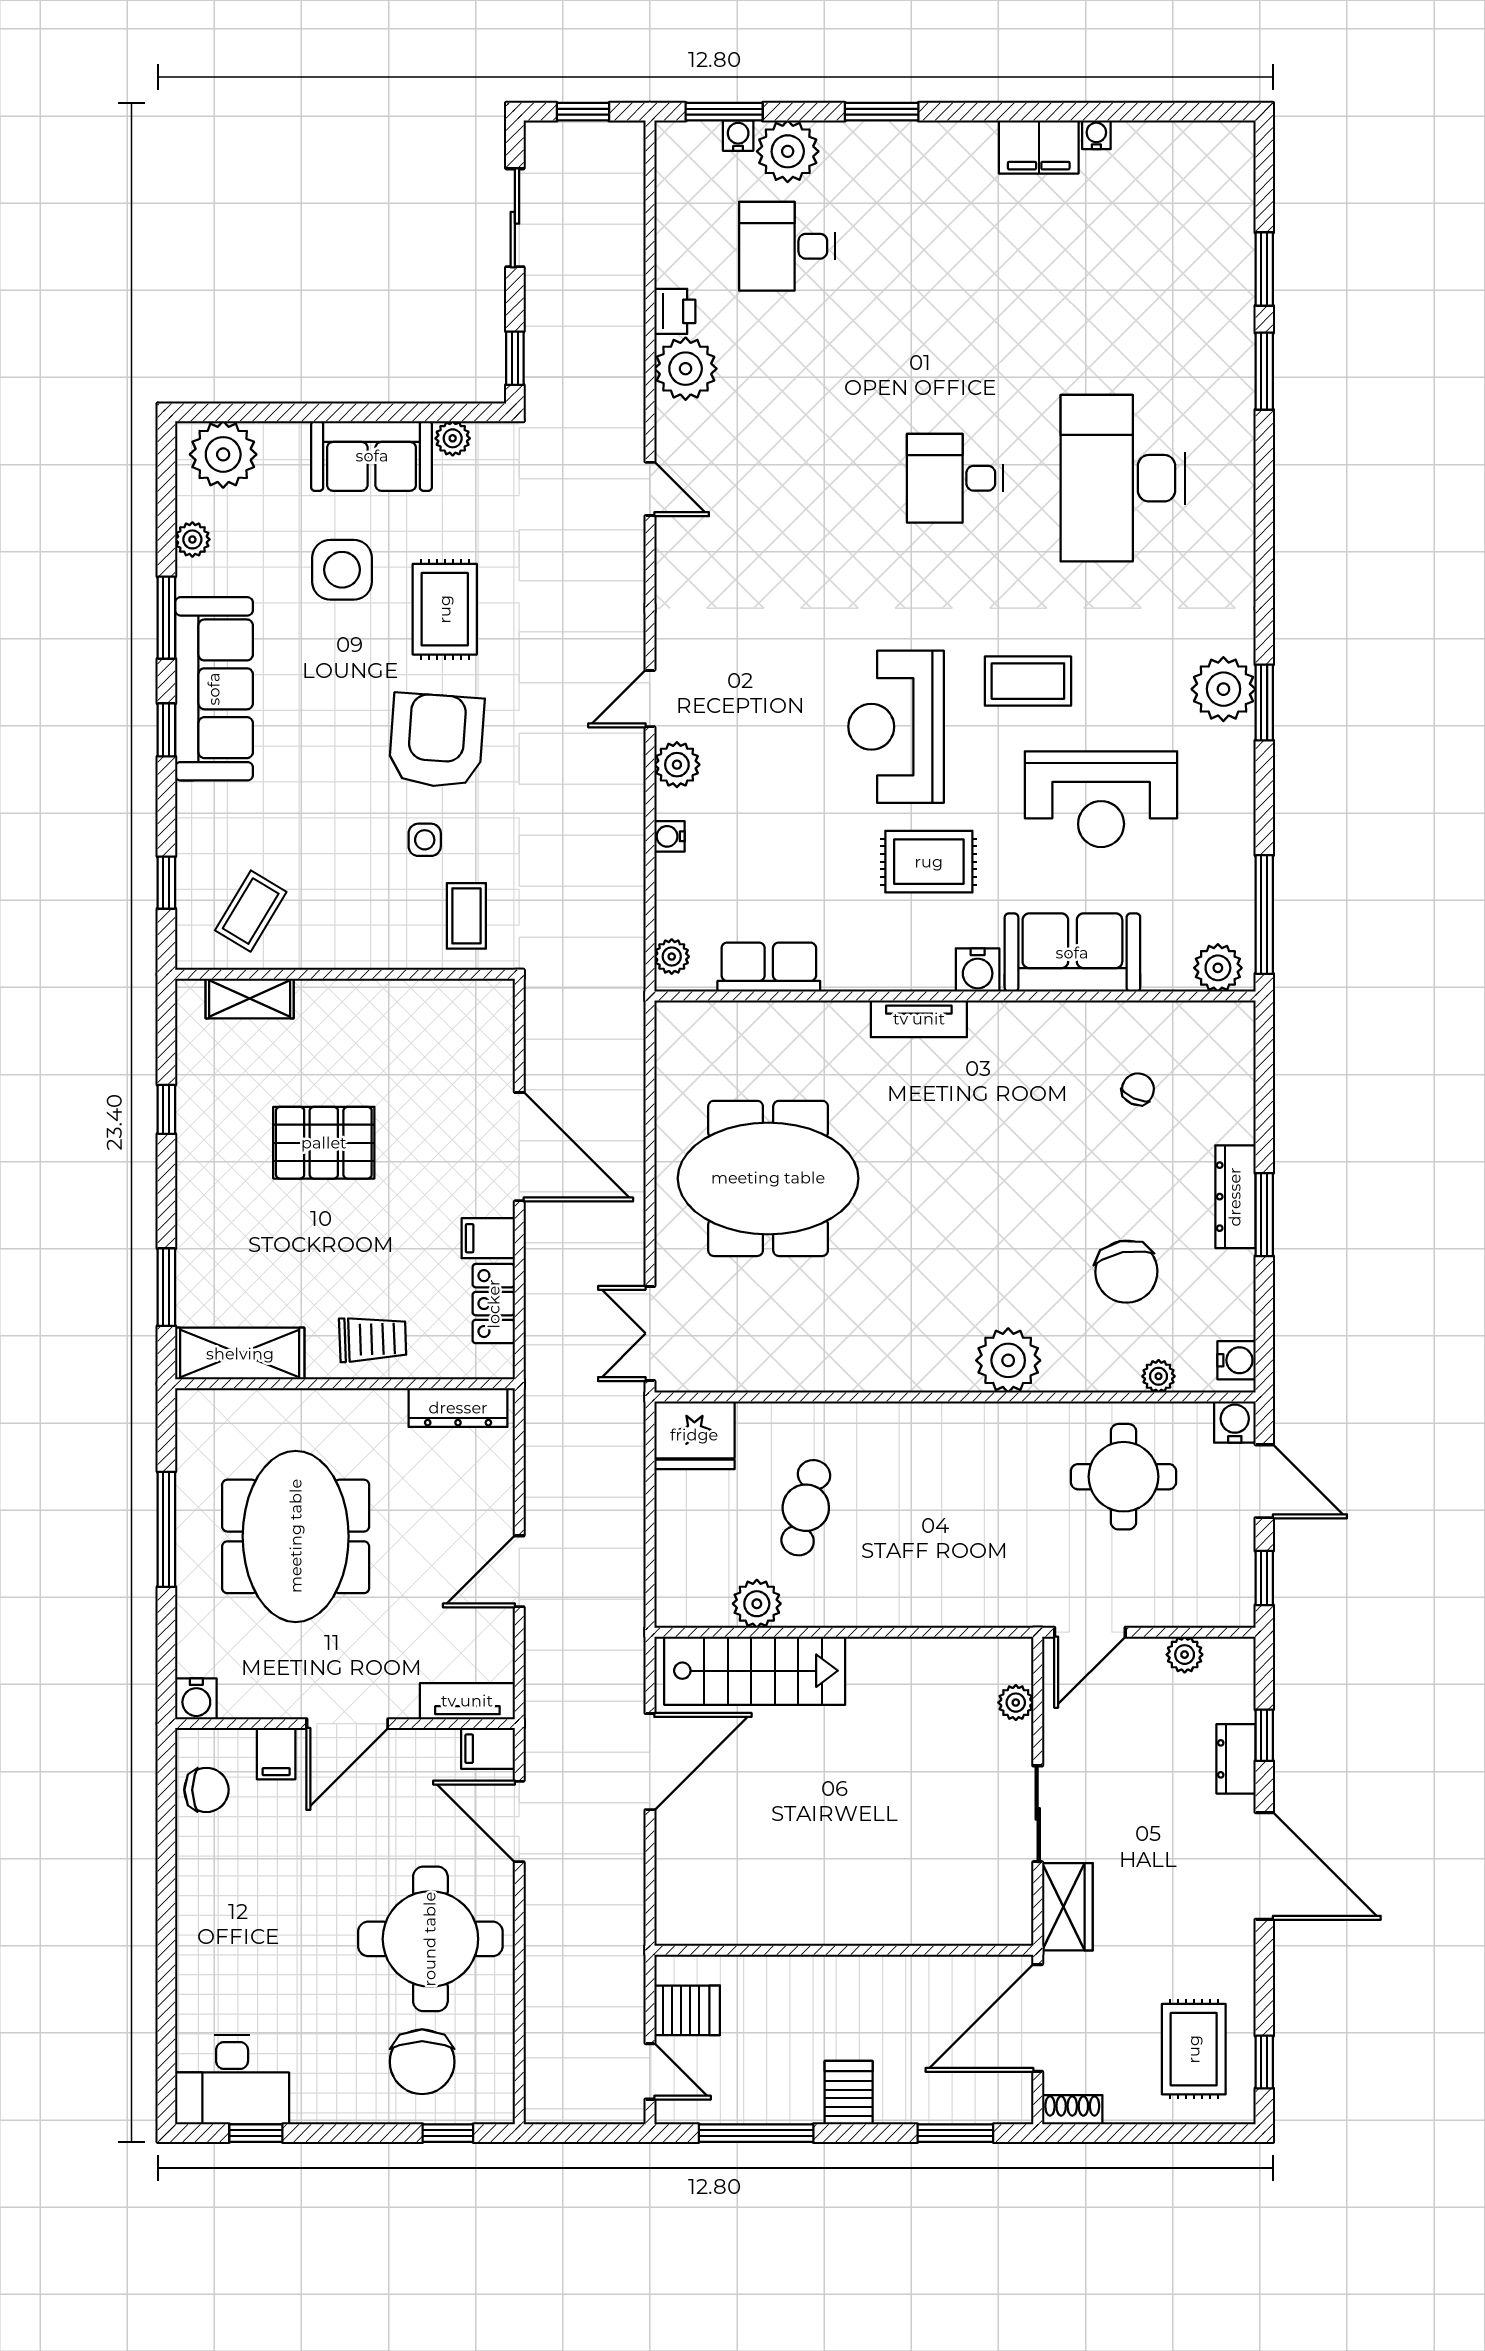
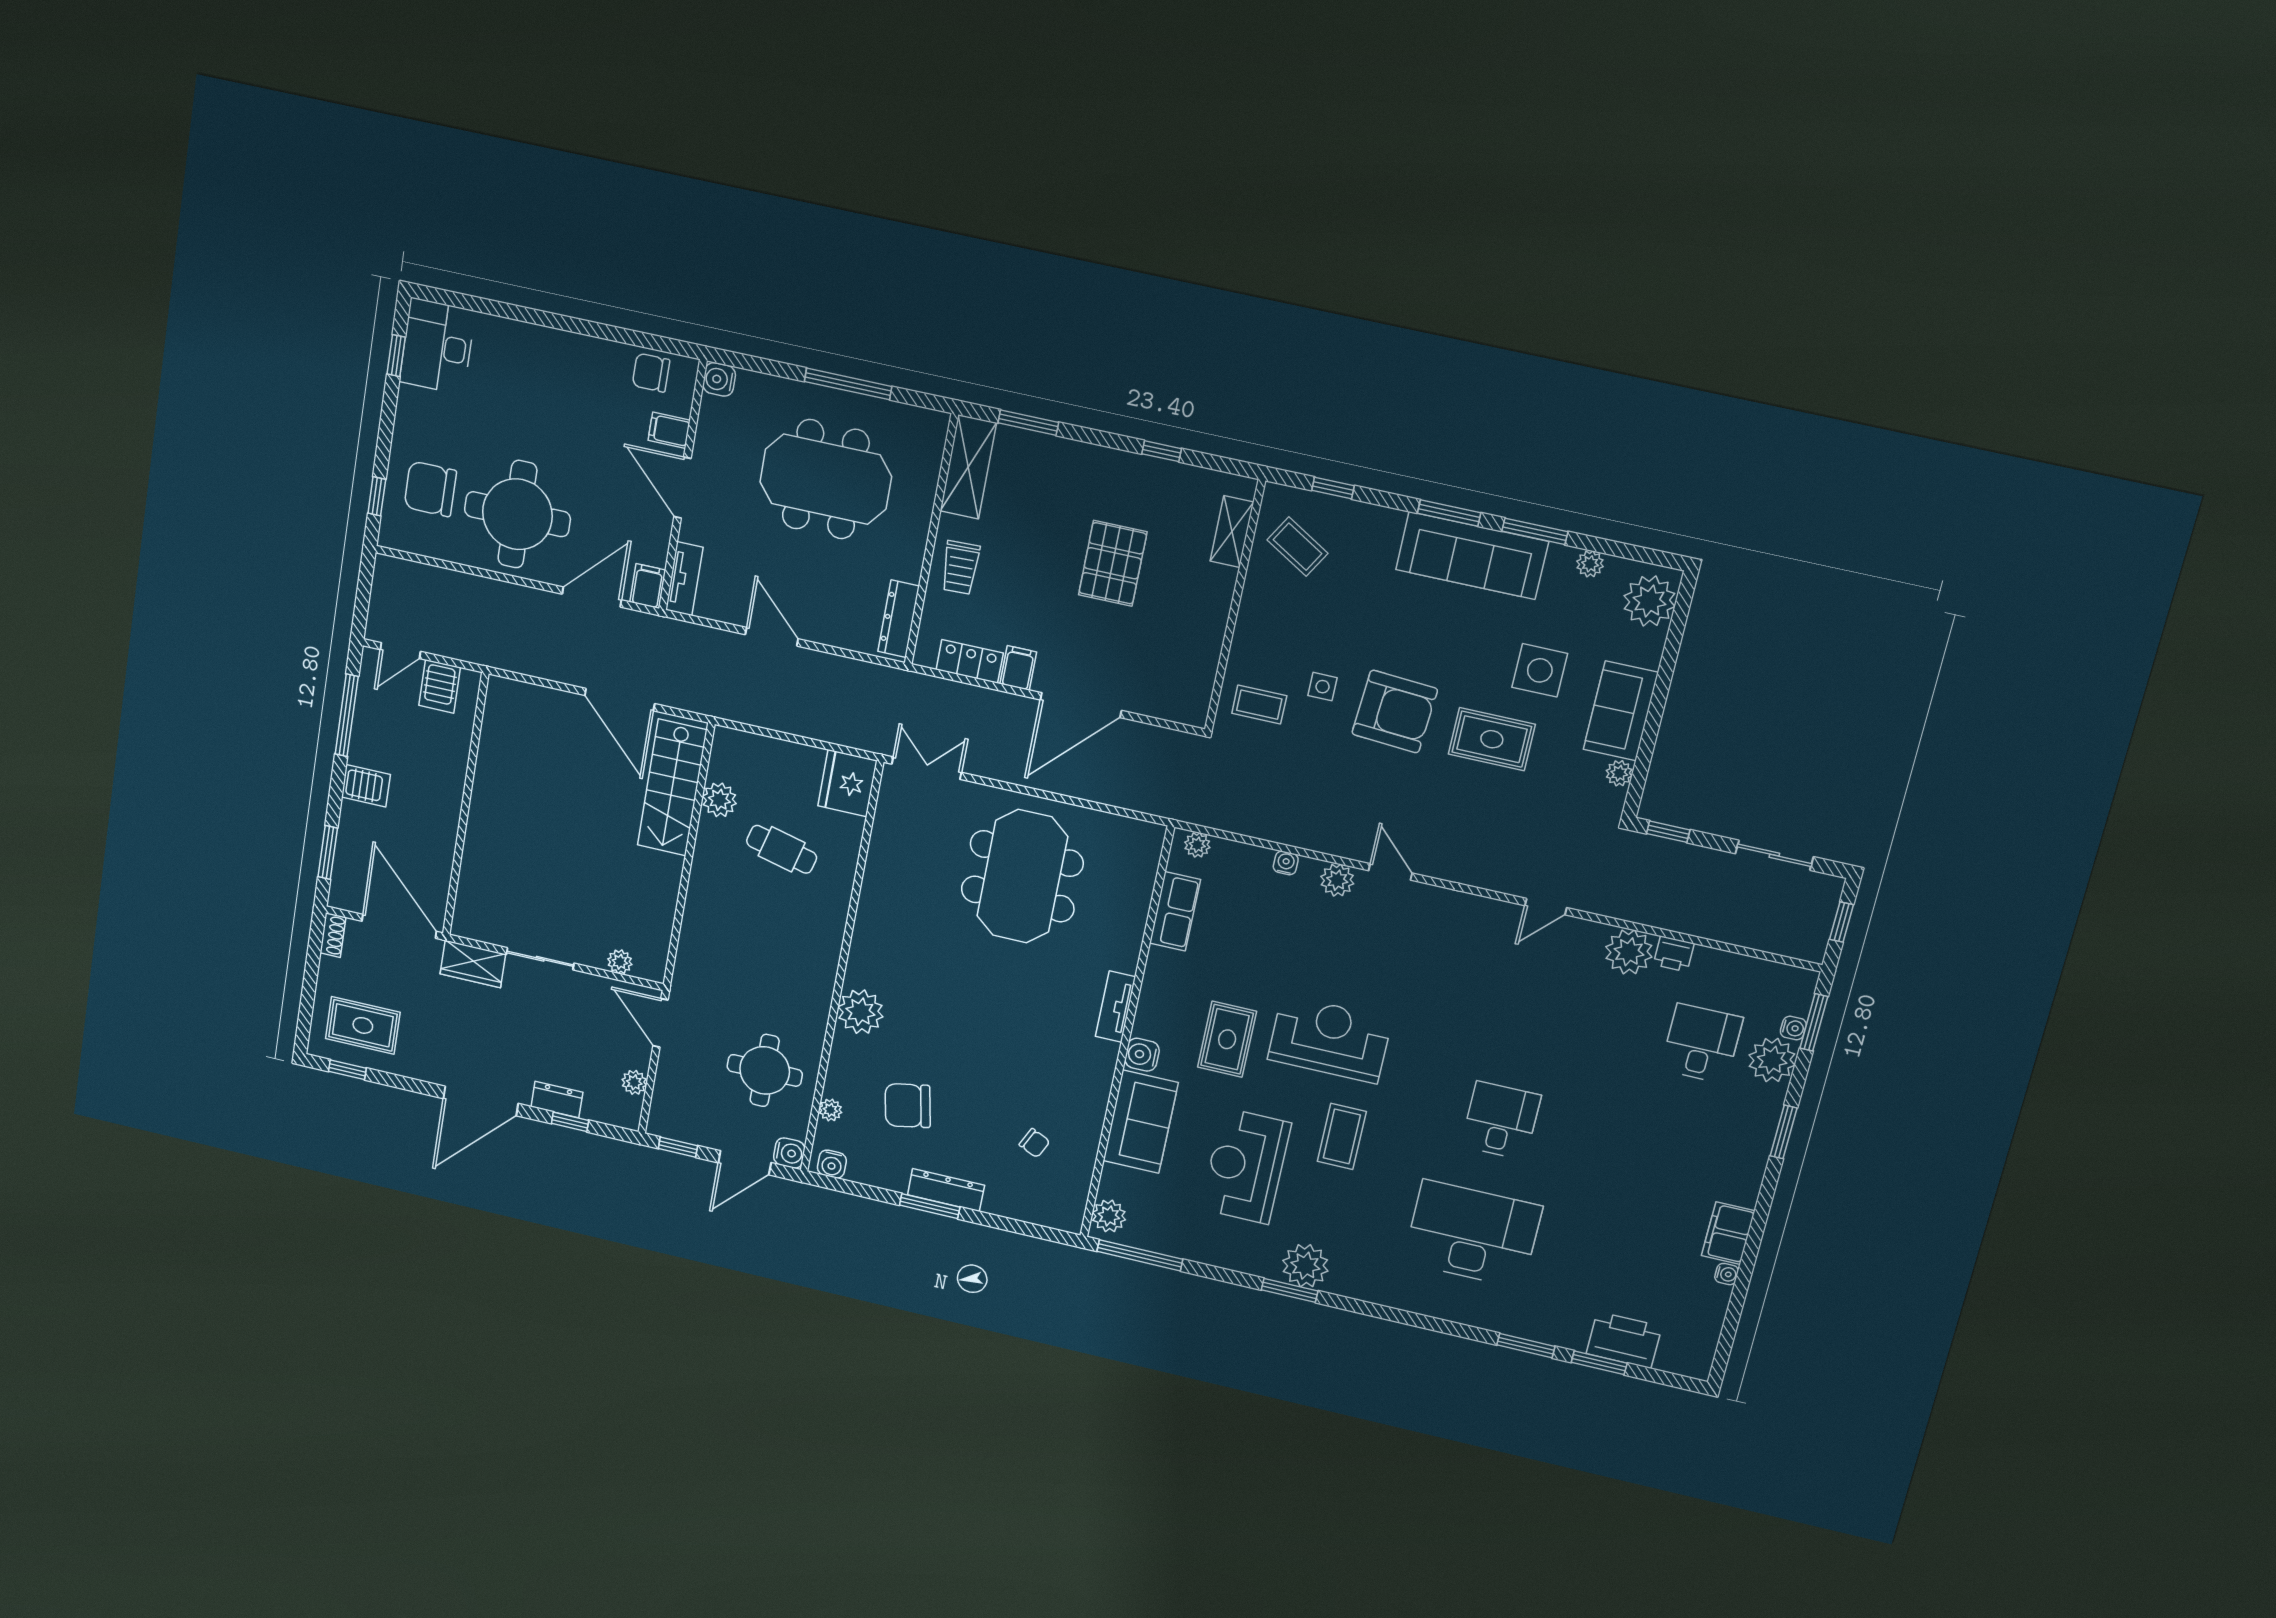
printer: (1223, 244) -> (1624, 1340), added
window: (166, 730) -> (1449, 513), width x1.50
chair: (206, 1790) -> (651, 373), turned 90

